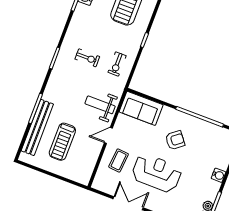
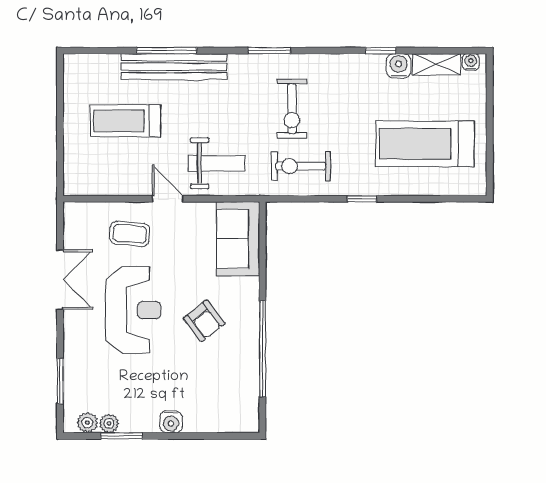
exercise bike: (87, 58) -> (292, 109), width x1.38, depth x1.39
exercise bike: (117, 64) -> (301, 166), width x1.38, depth x1.39
weight bench: (100, 105) -> (216, 163), turned 90
bench: (37, 127) -> (174, 67), moved

